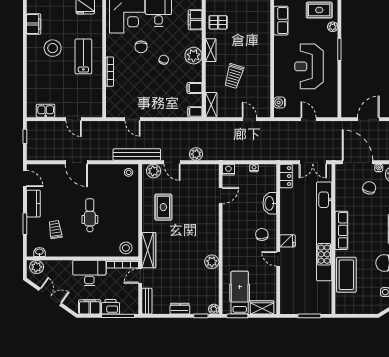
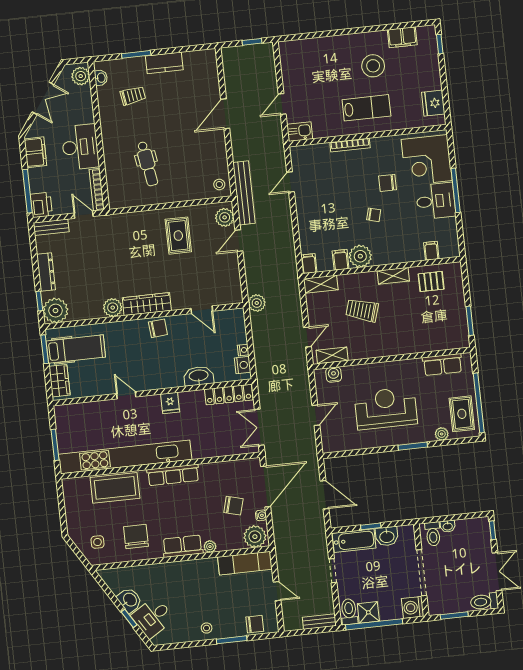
filing cabinet: (195, 20) -> (431, 251), width x0.50
pallet: (218, 22) -> (431, 281), turned 90
plant: (193, 56) -> (360, 256), moved
shelving: (265, 102) -> (332, 355), added
kitchen sink: (46, 111) -> (300, 132), moved, turned -90
plant: (196, 154) -> (257, 303), moved
nightstand: (228, 170) -> (243, 365), moved
locker: (286, 176) -> (229, 395), width x1.53
door: (25, 179) -> (196, 48), removed
rug: (163, 207) -> (178, 236), turned 90
dental chair: (90, 215) -> (147, 164), moved, turned 81
kitchen unit: (324, 231) -> (125, 457), moved
chair: (262, 234) -> (158, 328), moved
fridge: (288, 241) -> (170, 403), moved
stool: (126, 248) -> (119, 192), removed
wardrobe: (149, 250) -> (147, 304), moved, turned 180
door: (278, 259) -> (126, 395), hinge flipped
printer: (111, 307) -> (41, 205), moved
dresser: (180, 309) -> (46, 272), width x1.44
plant: (214, 309) -> (55, 311), width x1.87, depth x1.87

